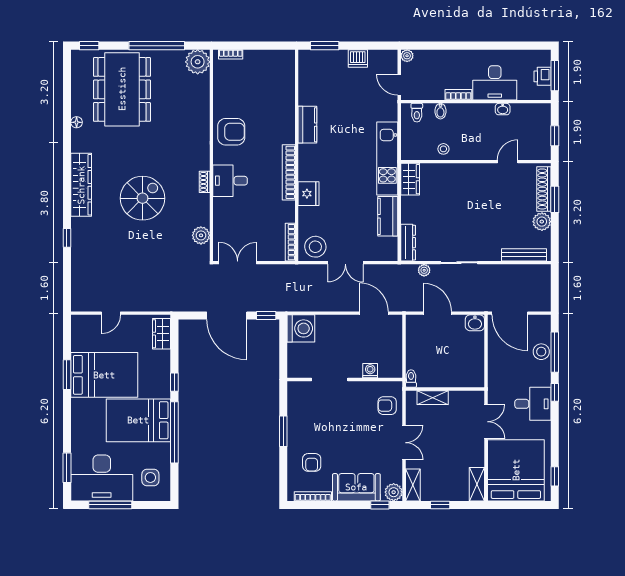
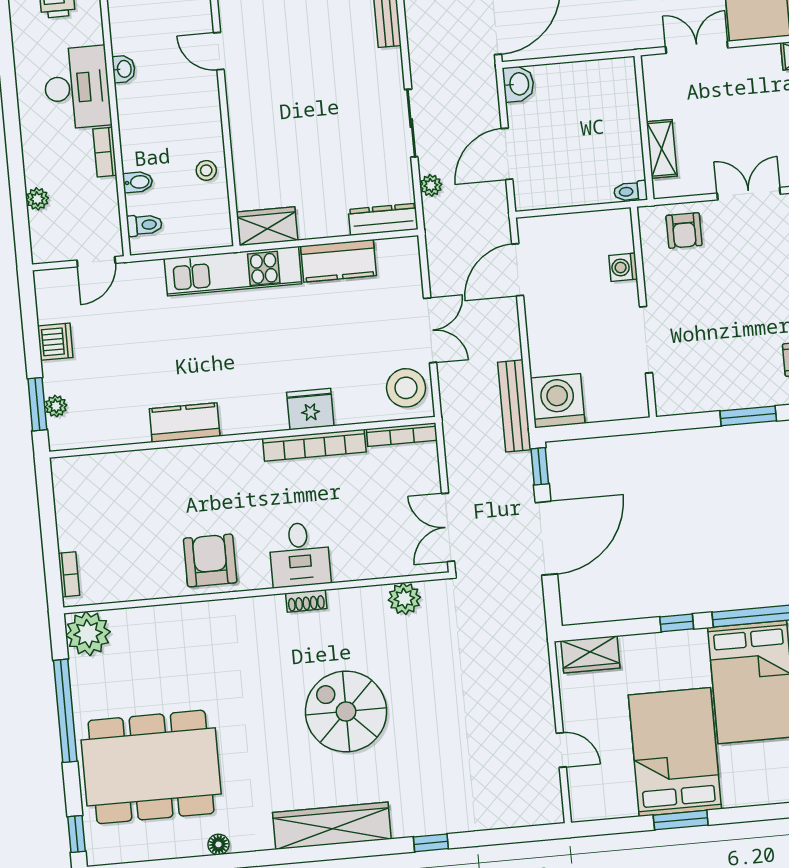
plant: (323, 56) -> (56, 406), added
plant: (407, 56) -> (37, 199), moved
bookcase: (289, 172) -> (314, 445), moved
bench: (300, 305) -> (514, 406), added

